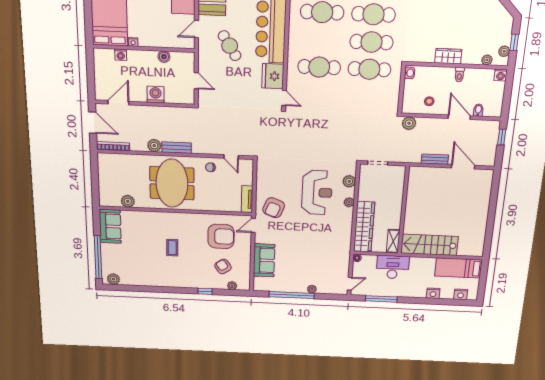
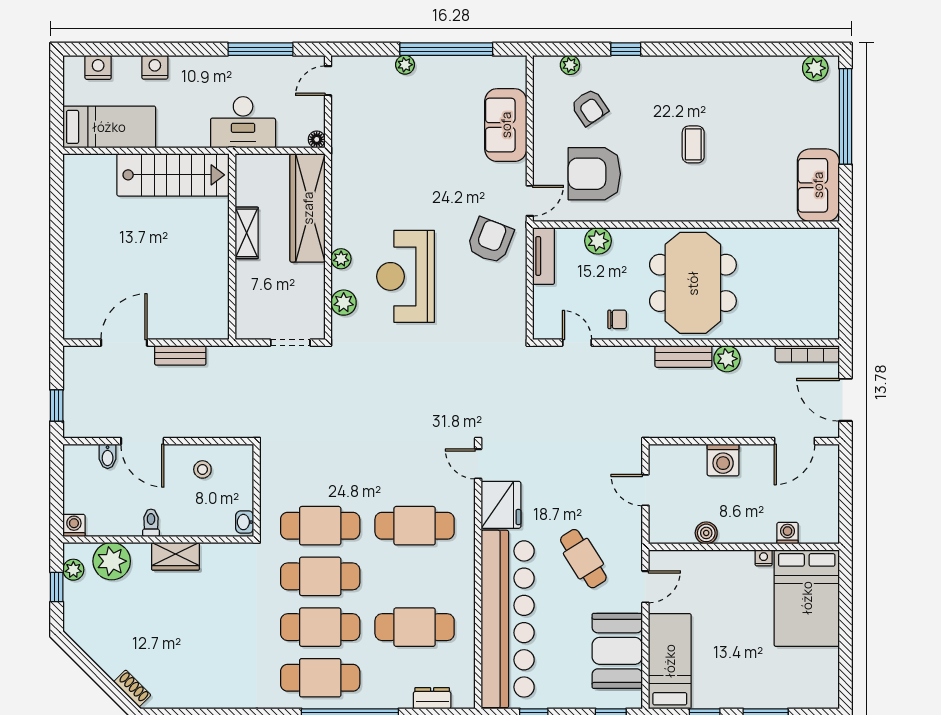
plant: (487, 60) -> (112, 561), width x1.87, depth x1.87
plant: (409, 123) -> (237, 425), removed
door: (463, 167) -> (124, 343), swing flipped
plant: (128, 201) -> (598, 241), moved
shelving: (393, 241) -> (247, 233), moved

